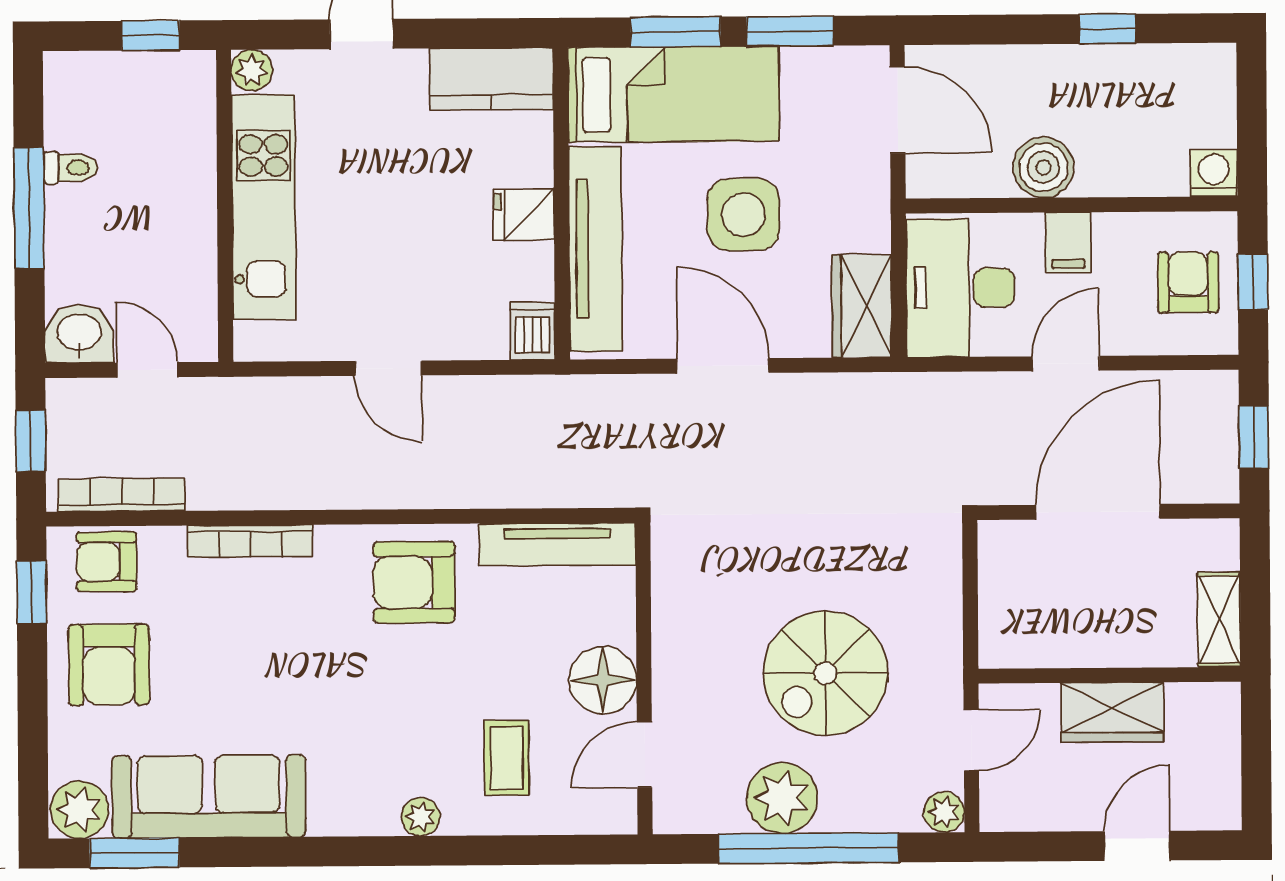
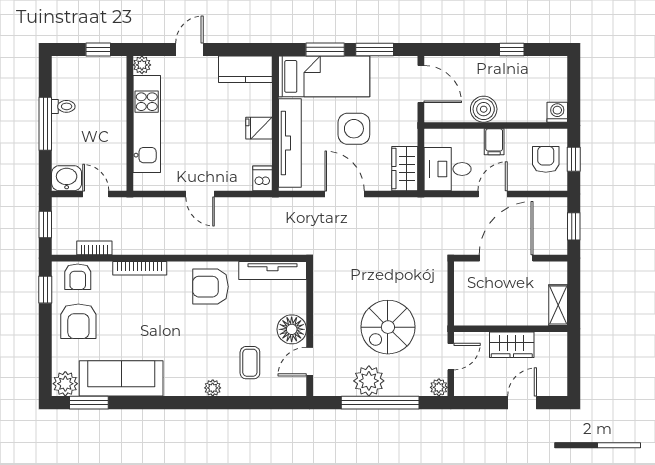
desk: (961, 288) -> (447, 169), width x0.73
bookcase: (122, 495) -> (94, 248), width x0.64
armchair: (107, 562) -> (78, 277), turned -90

